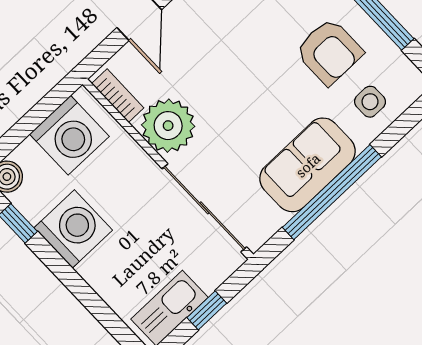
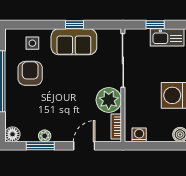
washing machine: (69, 135) -> (139, 135), width x0.53, depth x0.53
window: (332, 192) -> (74, 25), width x0.32

